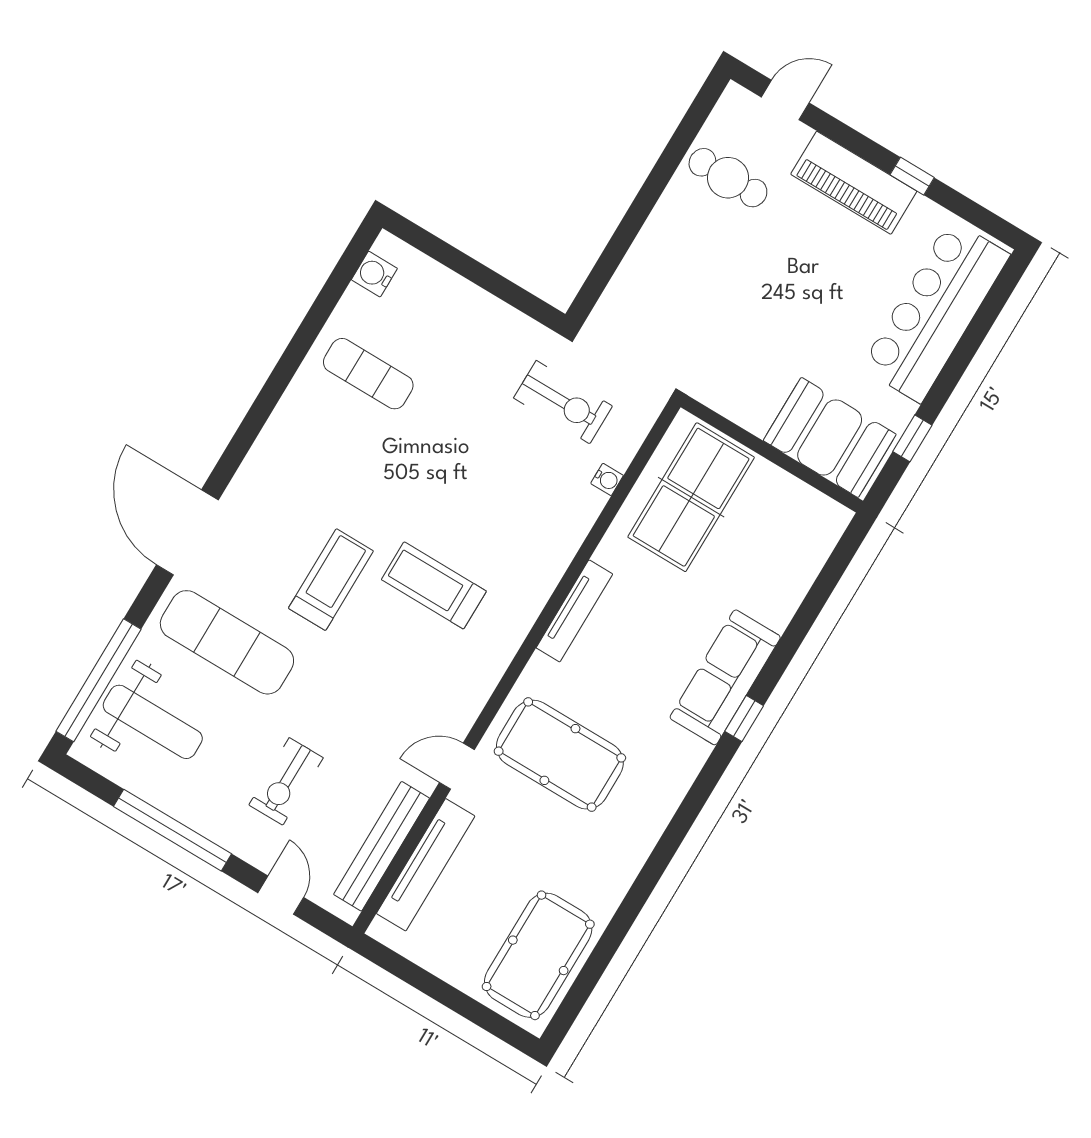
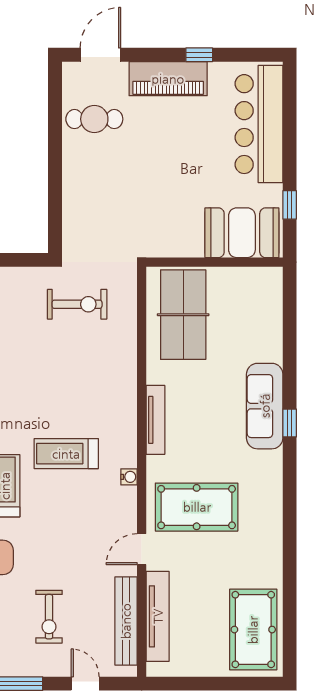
door: (785, 100) -> (100, 55), width x1.38
water cooler: (607, 479) -> (129, 477), moved

